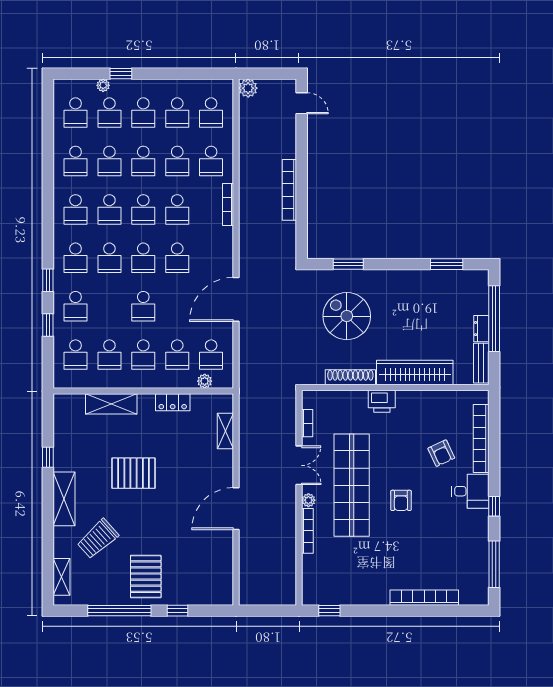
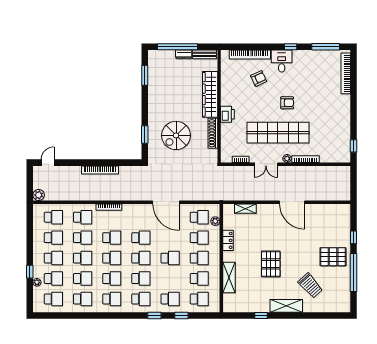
double door: (299, 465) -> (266, 164), swing flipped
shelving: (62, 577) -> (333, 307), removed
bookcase: (424, 598) -> (346, 73), moved

